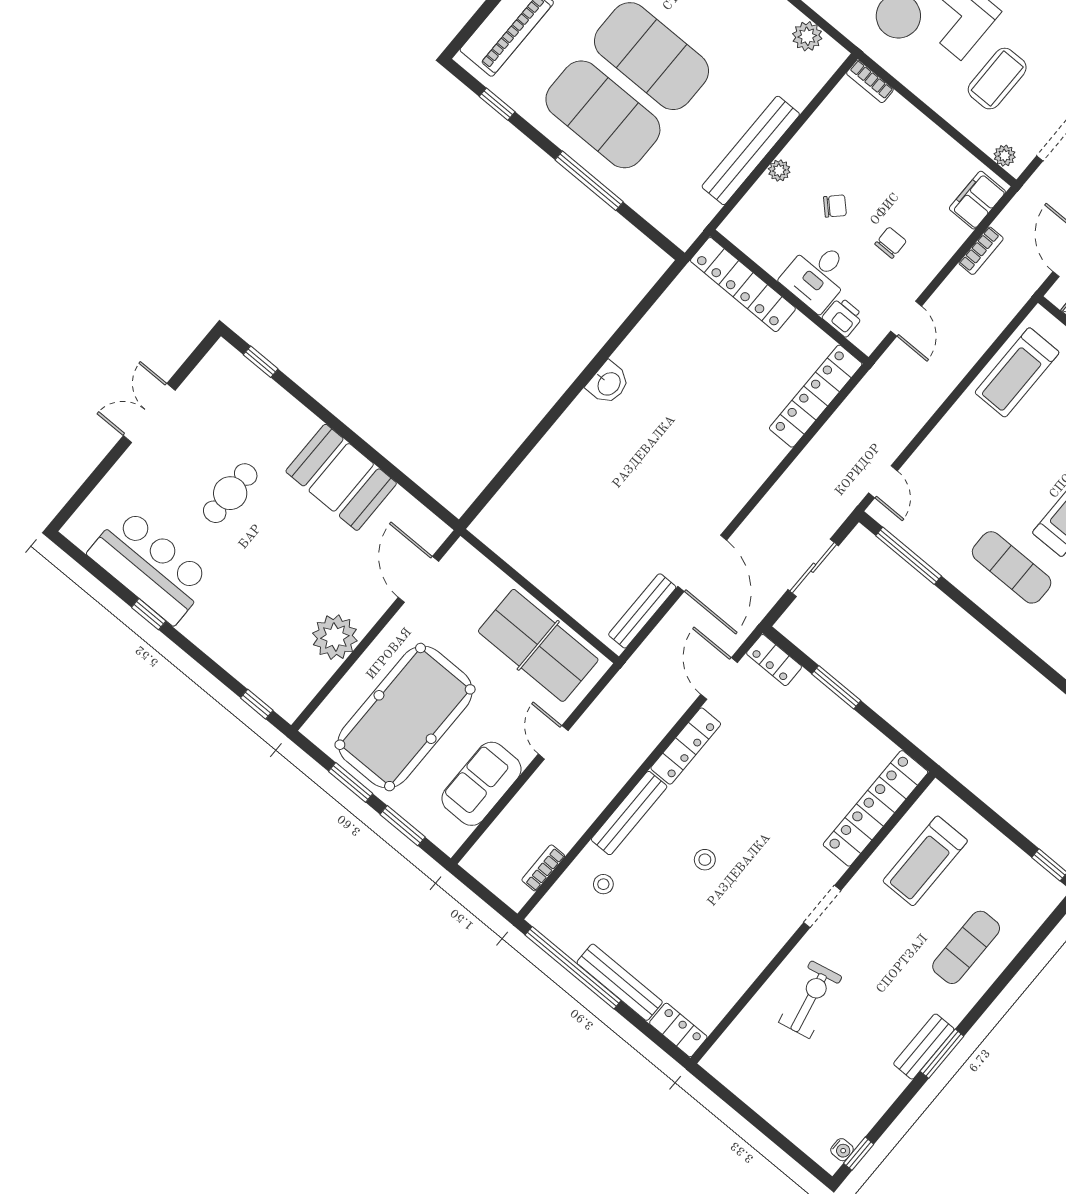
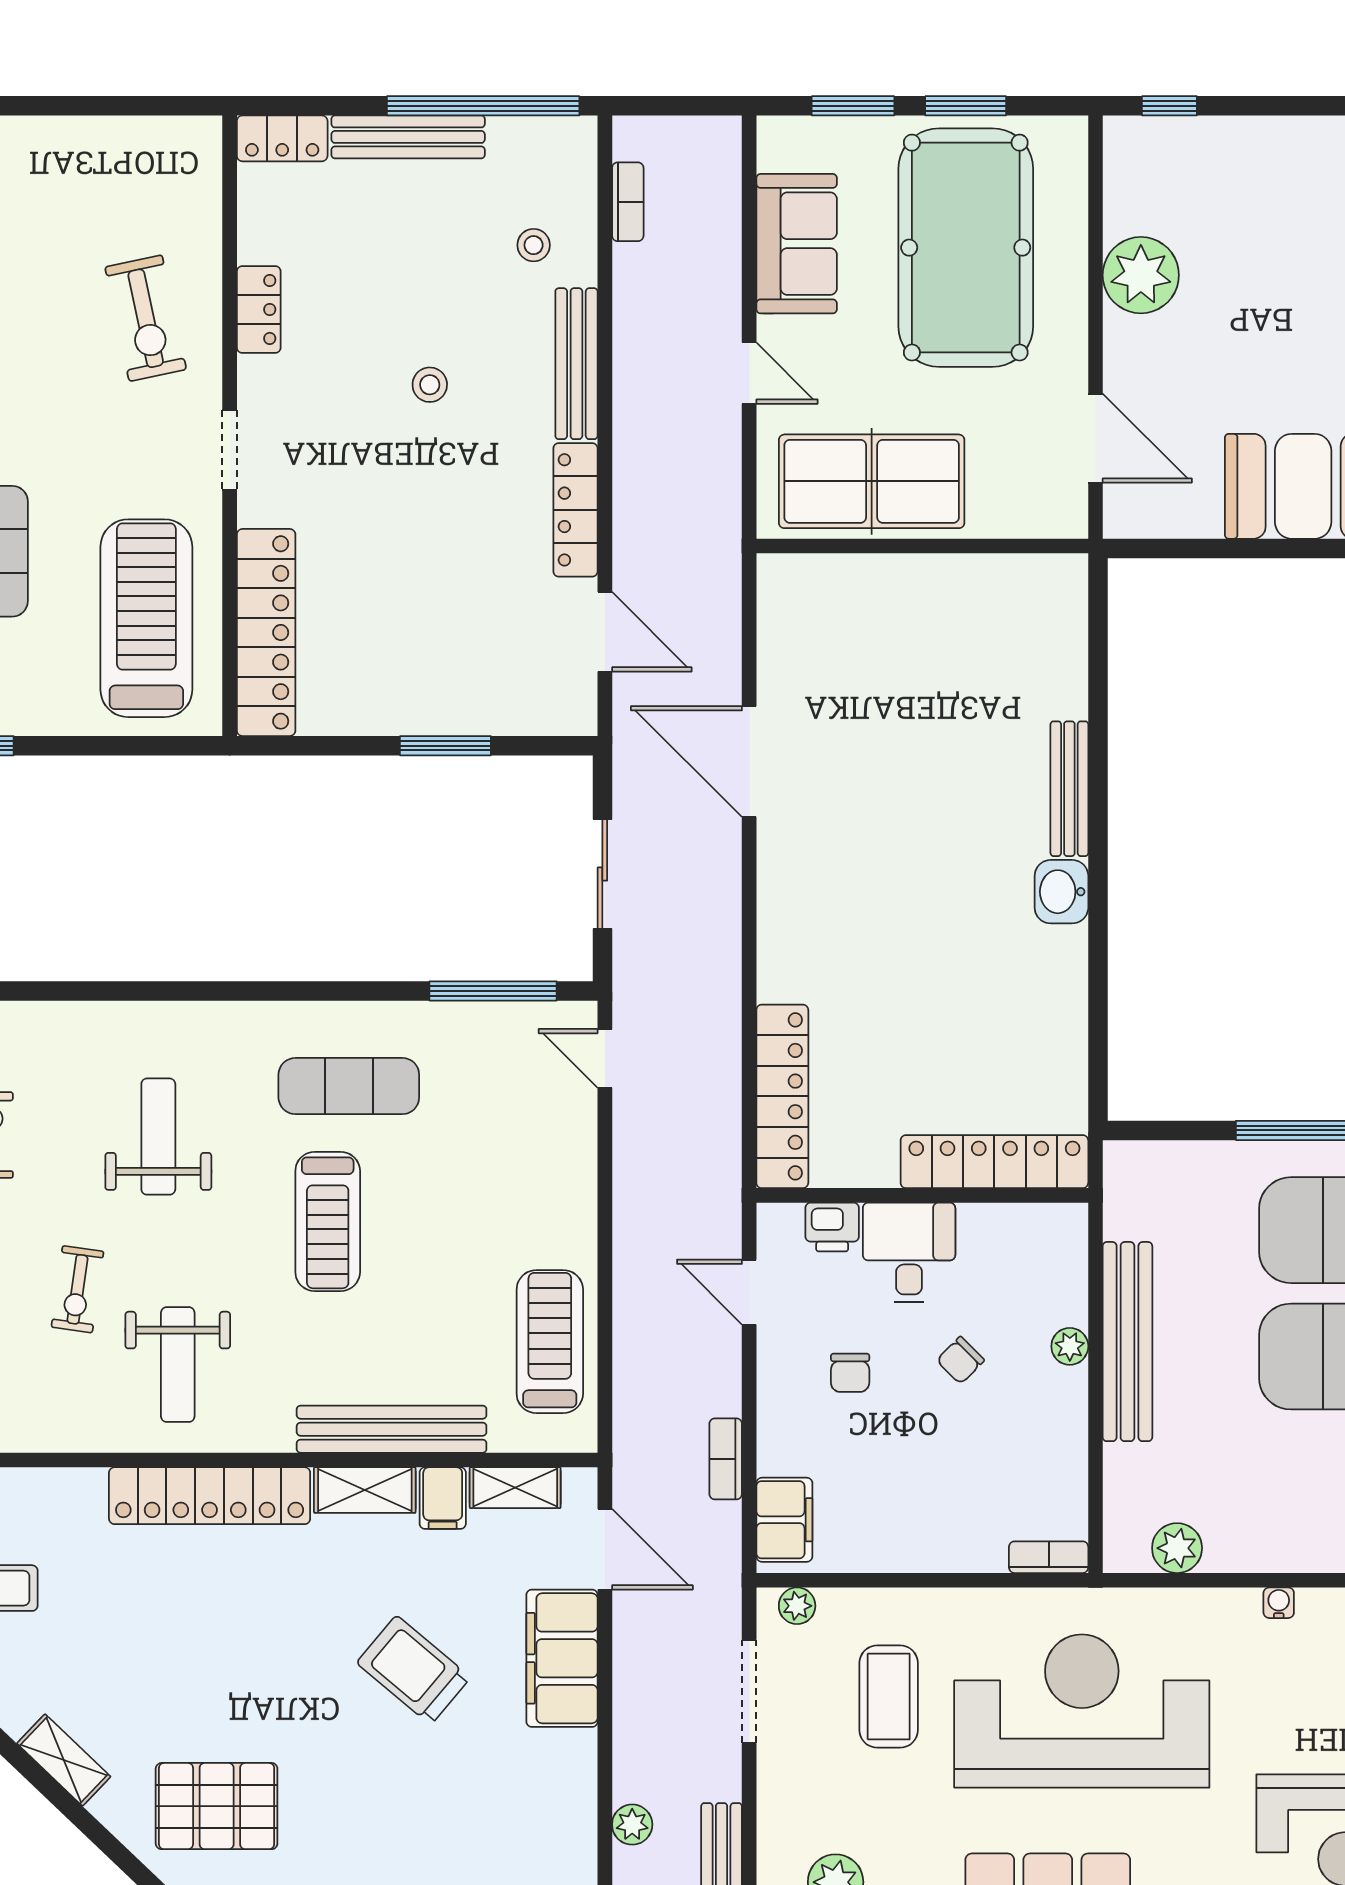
bench: (642, 611) -> (1069, 789), moved
locker: (774, 660) -> (259, 309), moved, turned 90
treadmill: (925, 861) -> (146, 618), width x1.37, depth x1.38

